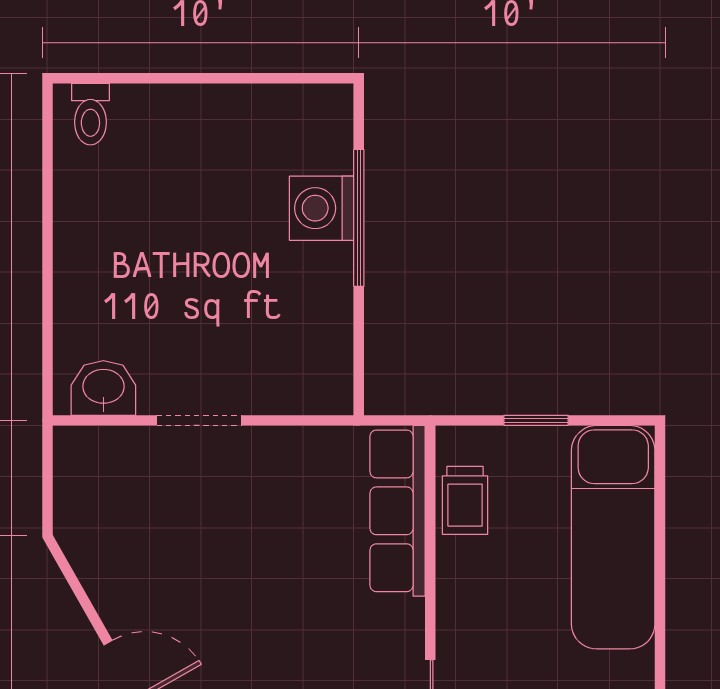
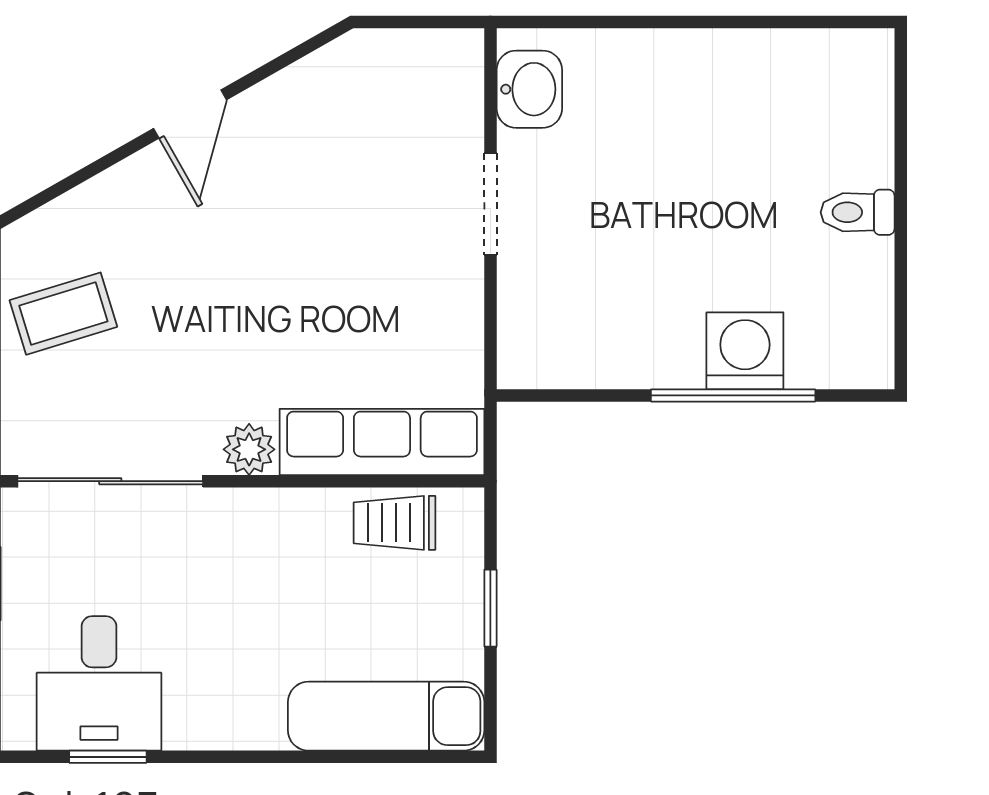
toilet: (90, 114) -> (858, 212), moved
exam couch: (613, 537) -> (386, 716), width x0.73, depth x0.69
plant: (404, 622) -> (249, 449), added

